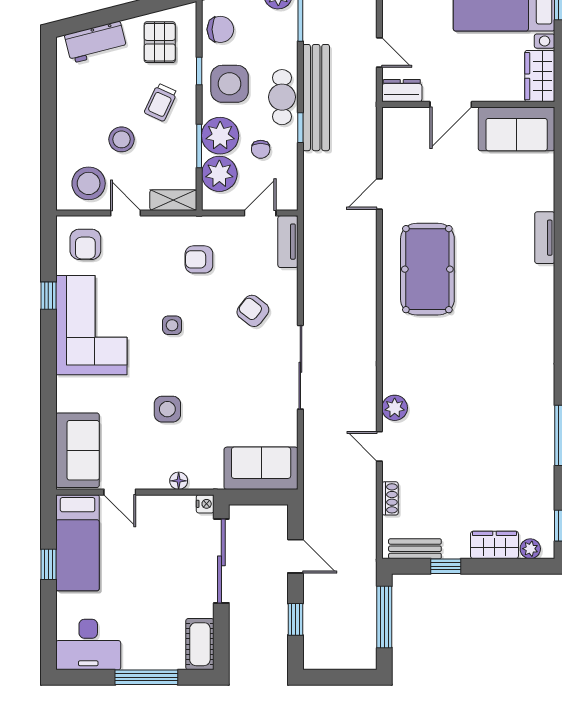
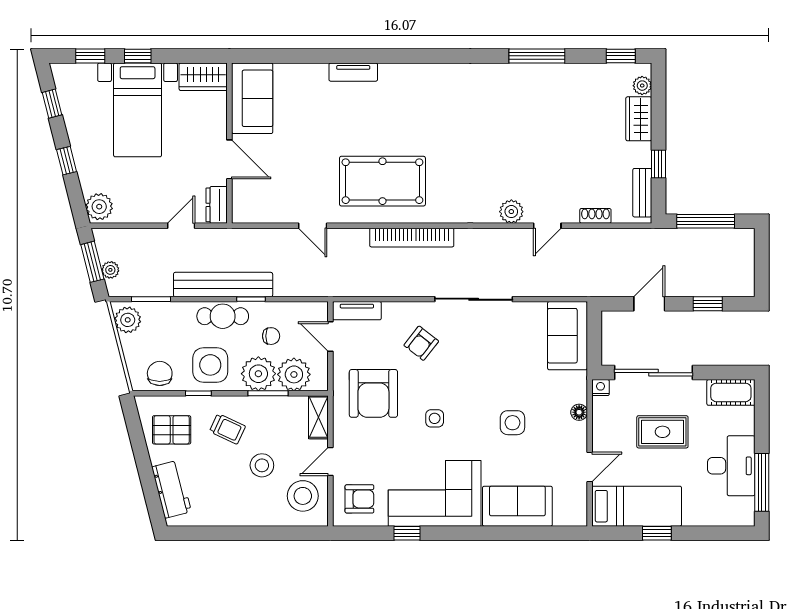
armchair: (199, 259) -> (373, 393), width x1.88, depth x1.88
bookcase: (367, 301) -> (412, 238), added
sofa: (78, 450) -> (517, 506), moved
rug: (158, 571) -> (662, 432), added
desk: (88, 644) -> (731, 466), moved
window: (146, 677) -> (762, 482), moved

